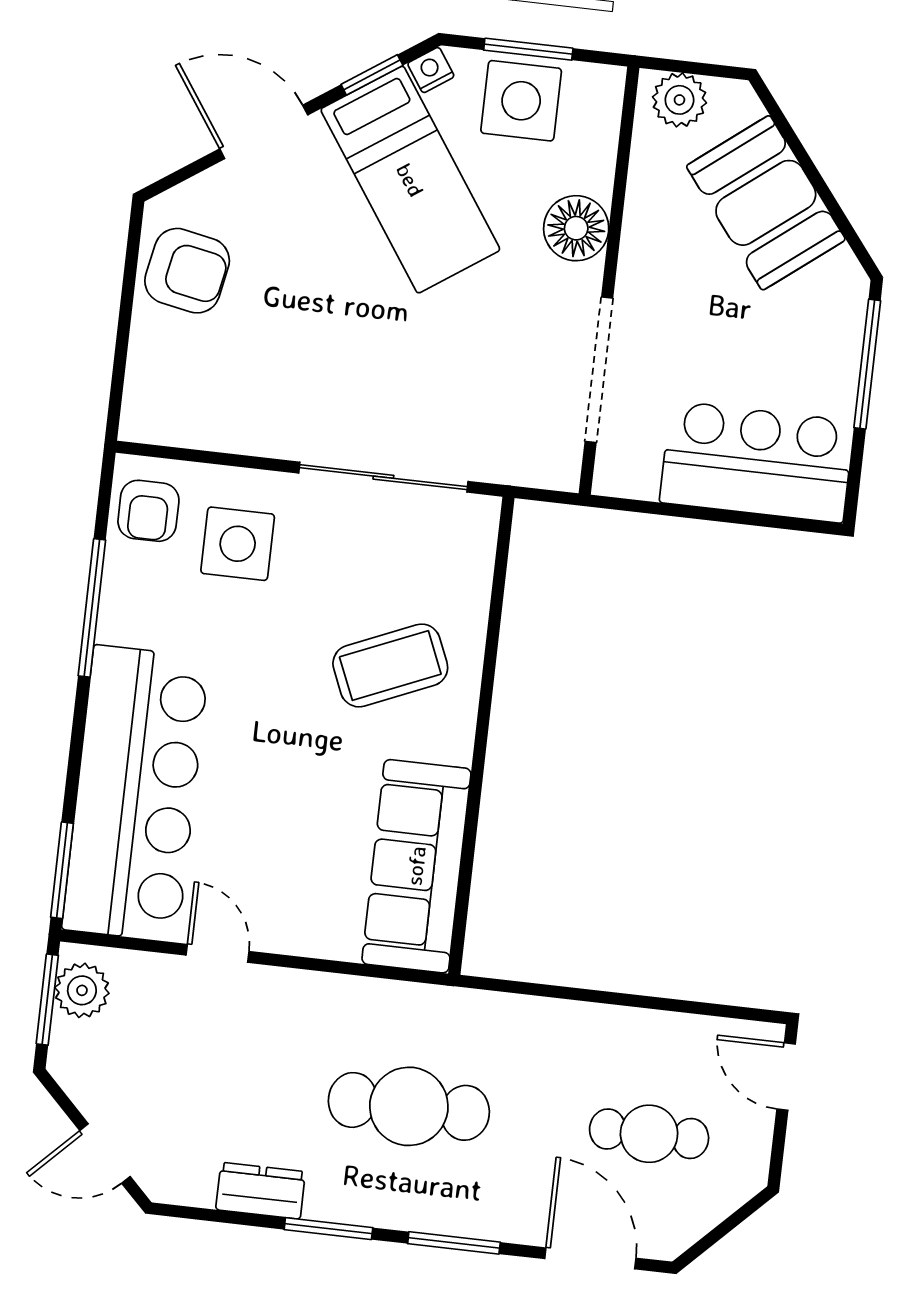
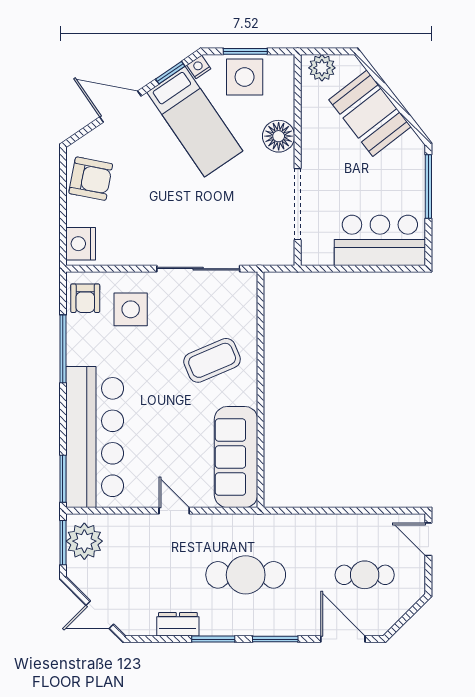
nightstand: (152, 400) -> (81, 244), added
door: (217, 953) -> (174, 511), moved
plant: (82, 990) -> (84, 541), width x1.36, depth x1.36

